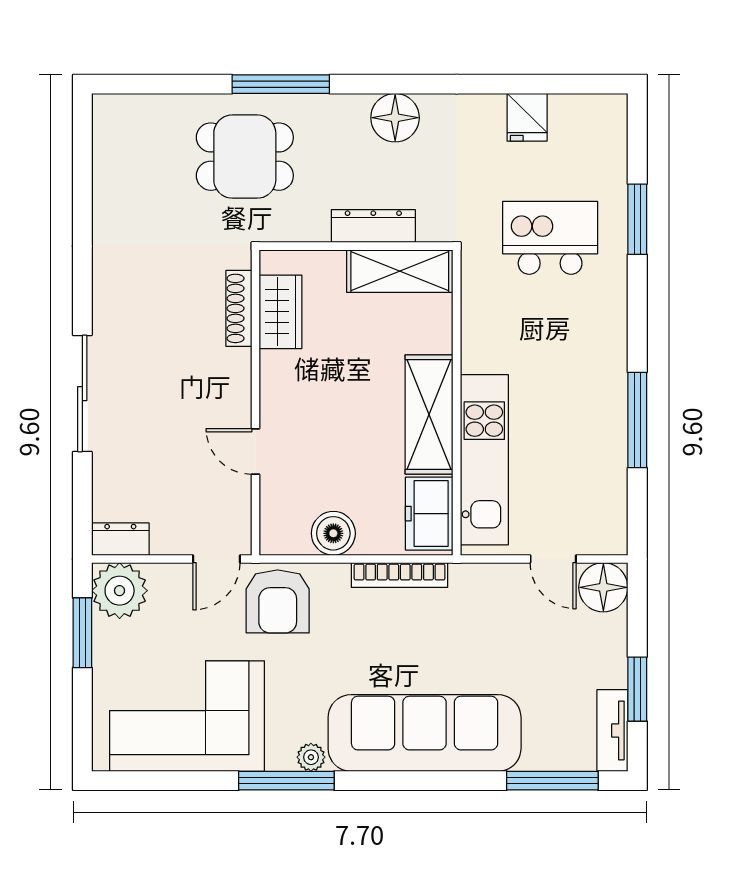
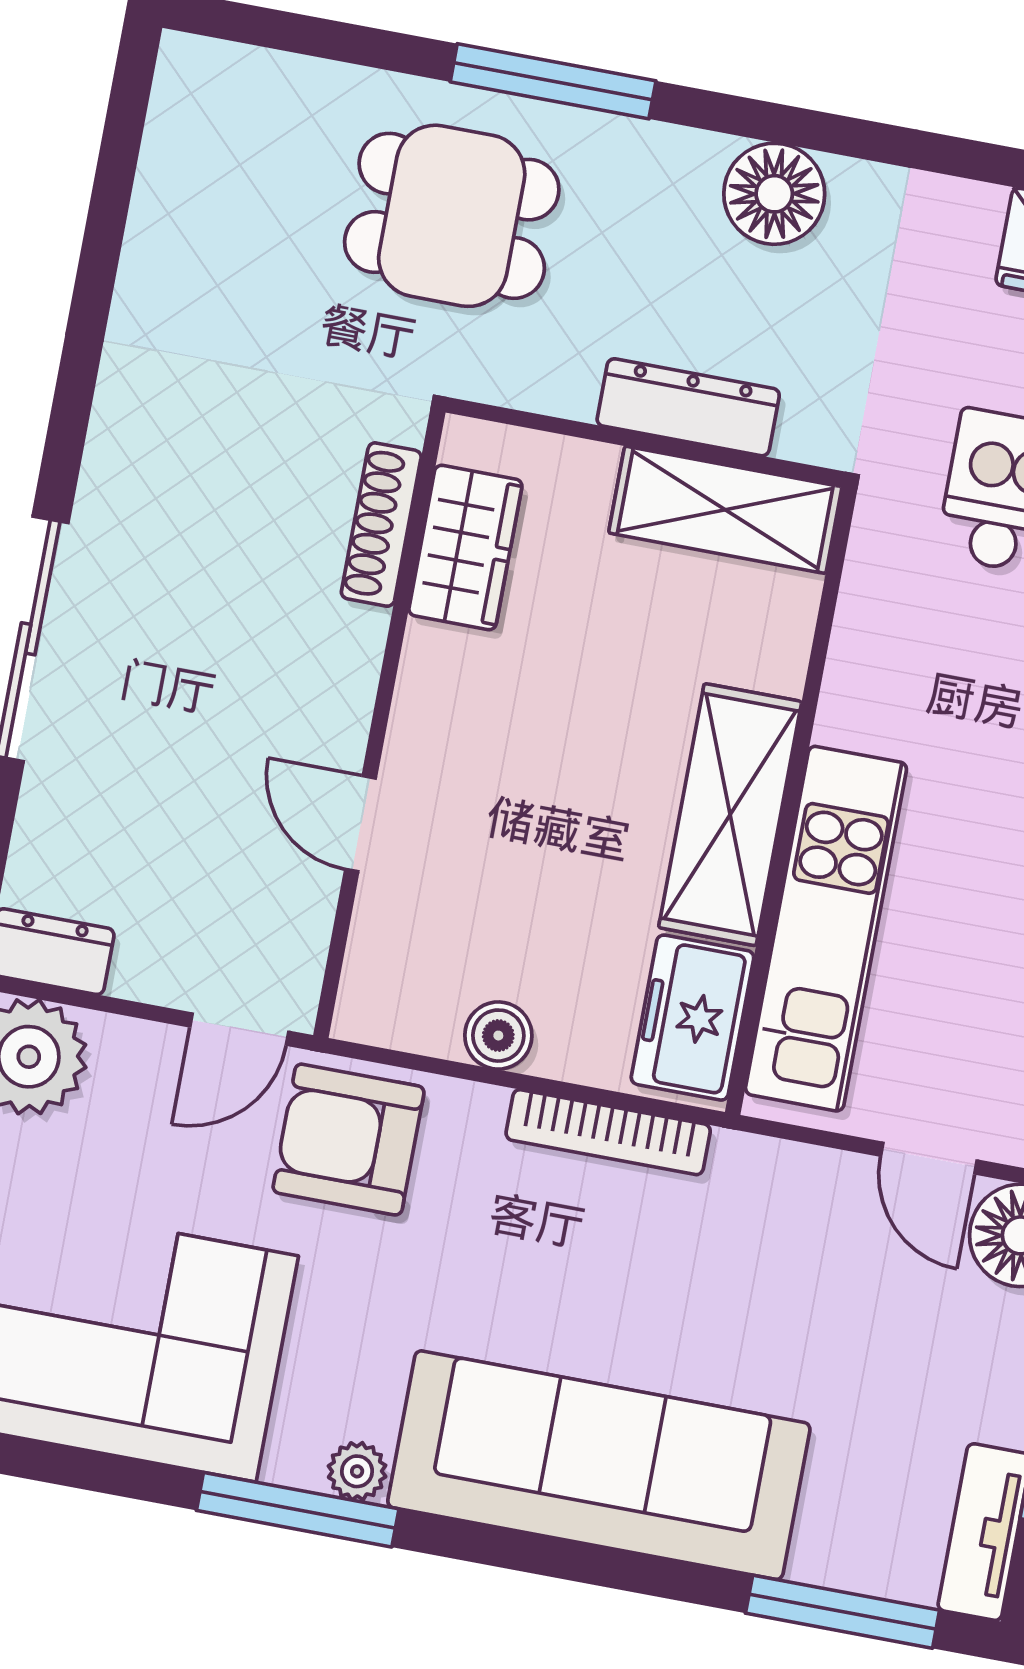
boiler: (333, 533) -> (498, 1036), width x0.73, depth x0.73
armchair: (278, 601) -> (349, 1140), turned 90

